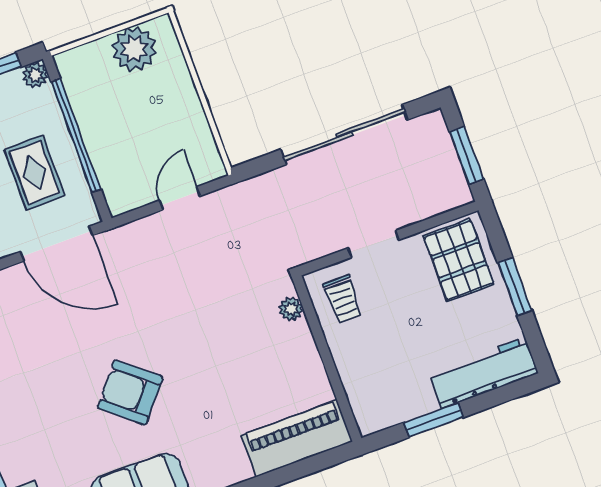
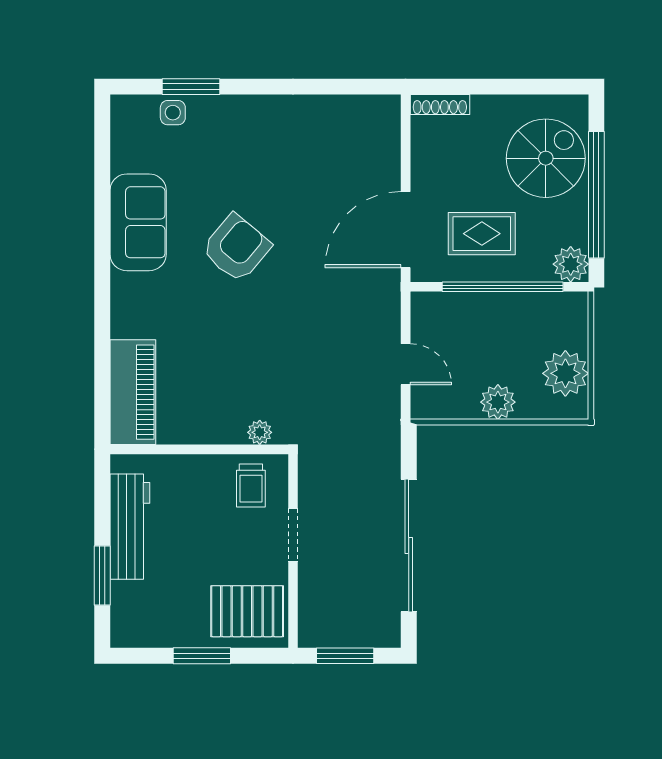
plant: (35, 75) -> (571, 264), width x1.38, depth x1.38
plant: (183, 101) -> (498, 402), added
trolley: (343, 299) -> (251, 486), turned -90
workbench: (484, 373) -> (130, 527), moved
window: (434, 420) -> (102, 576), moved

